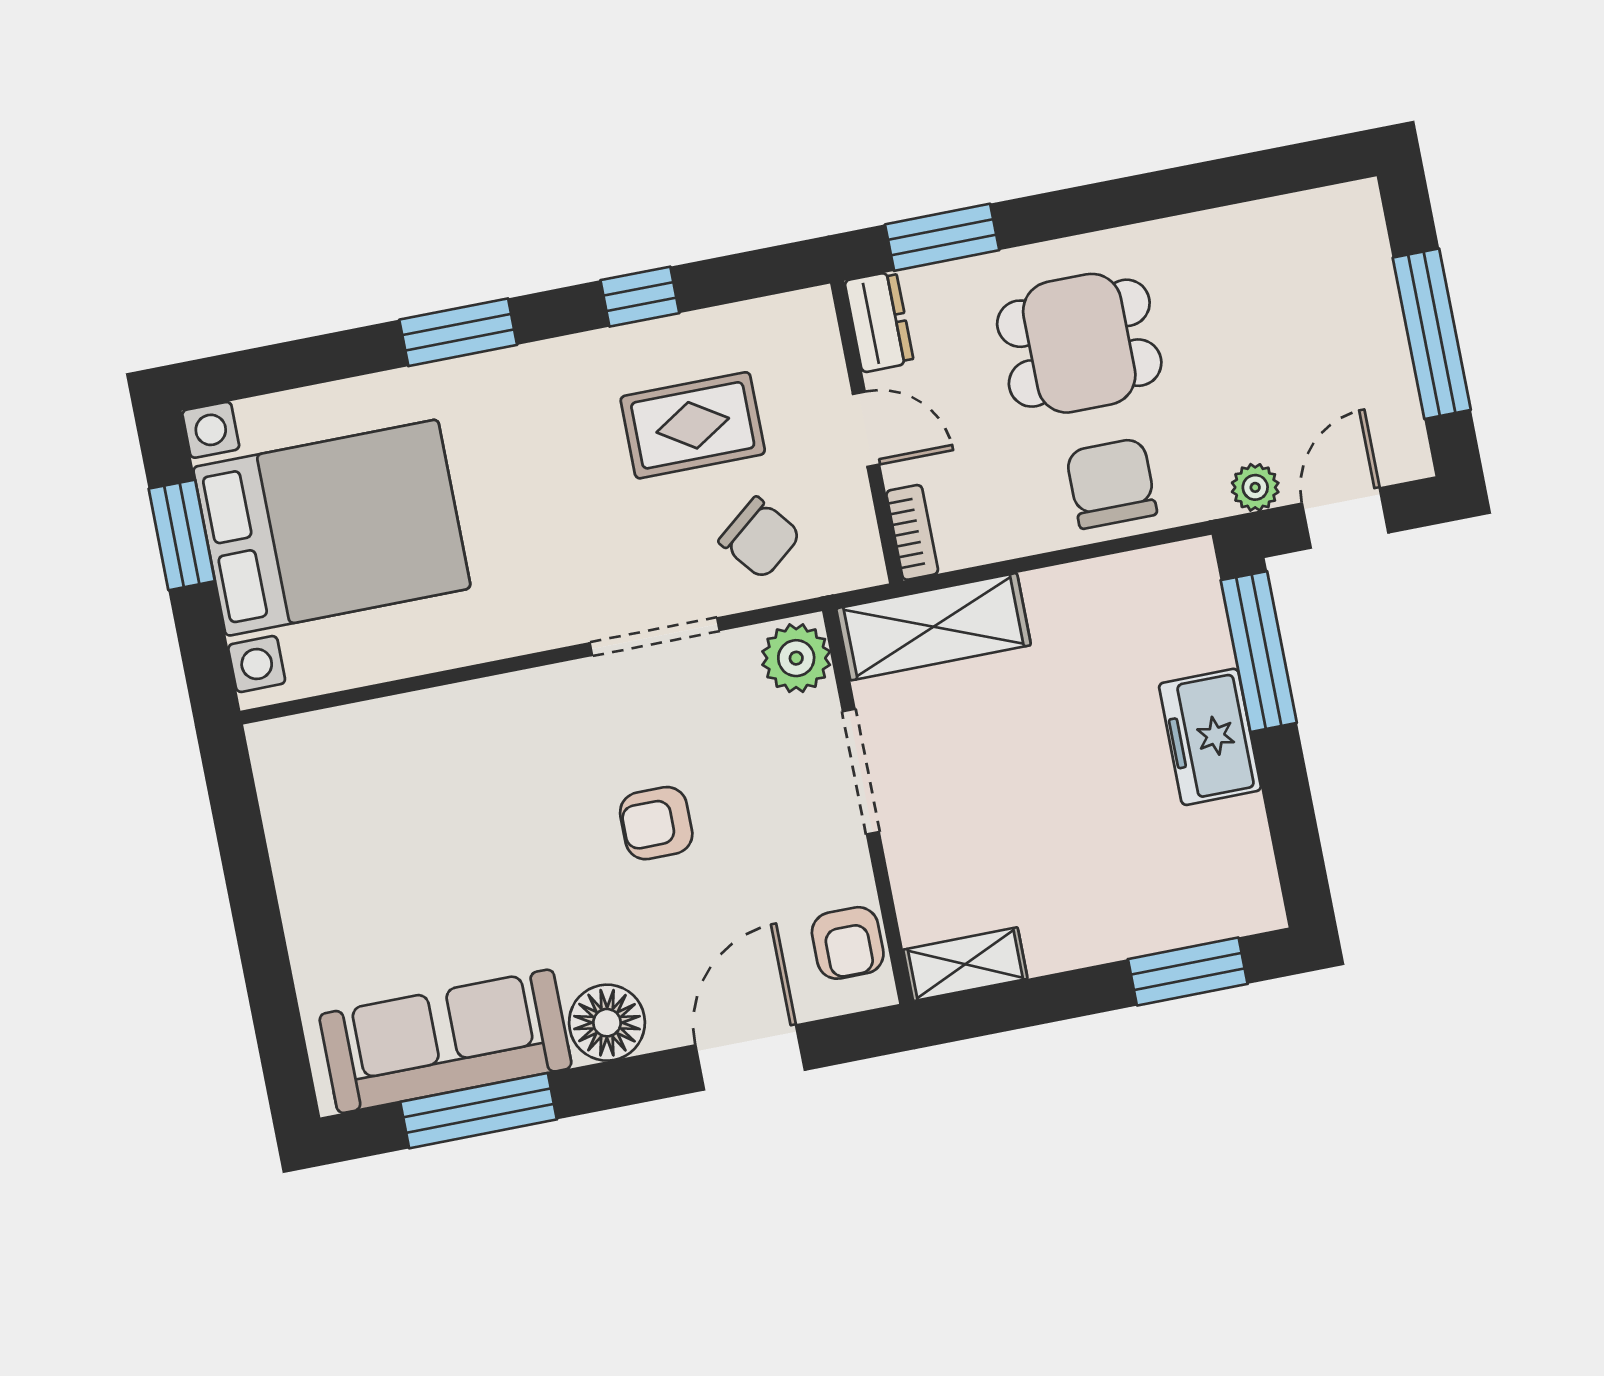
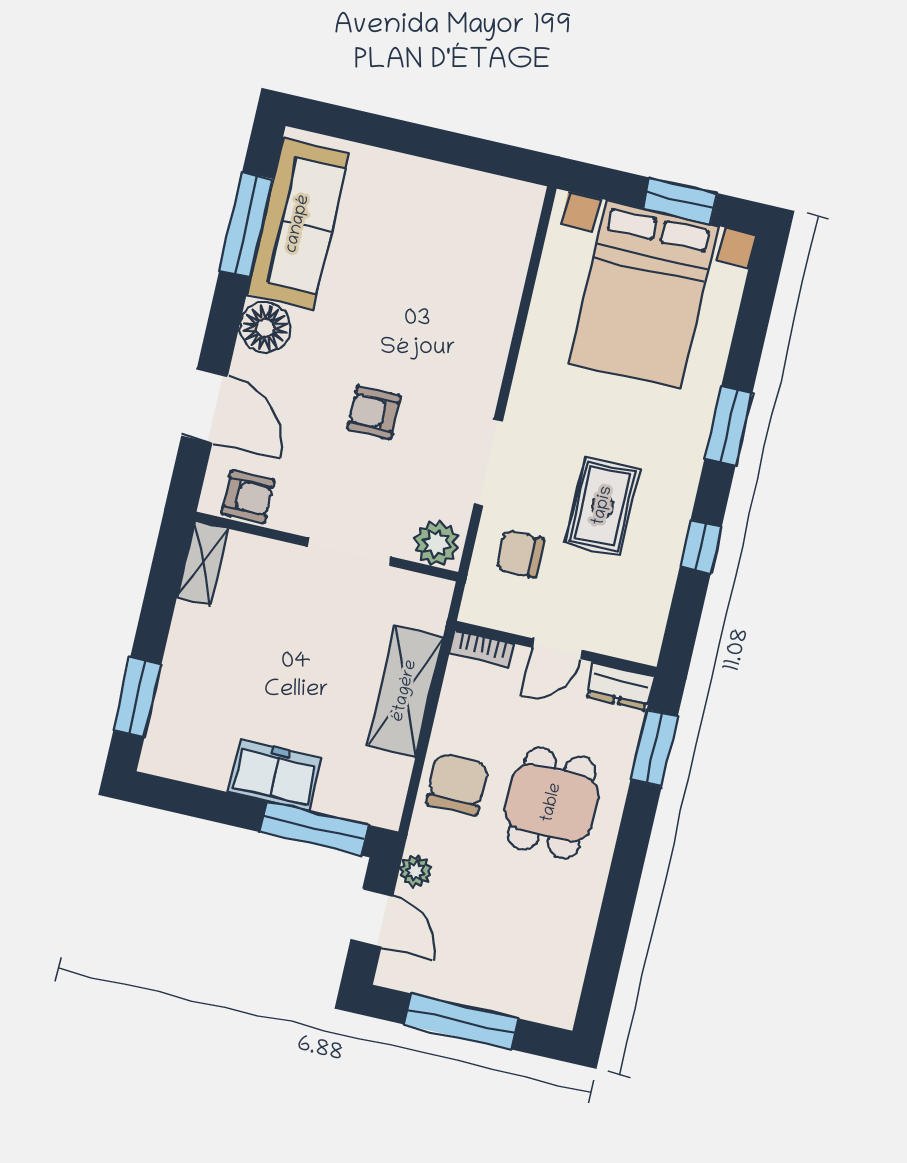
rug: (693, 425) -> (603, 506), moved
chair: (1111, 483) -> (457, 784), turned -90
chair: (760, 538) -> (520, 554), turned 39
shelving: (934, 627) -> (405, 691), moved
armchair: (656, 823) -> (374, 412), turned -90
armchair: (848, 943) -> (248, 497), turned 180

